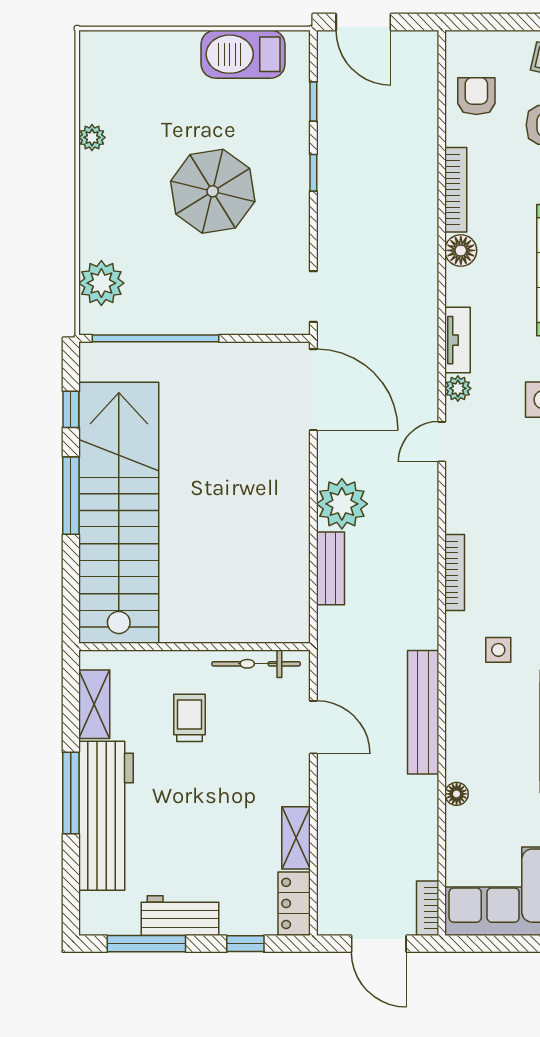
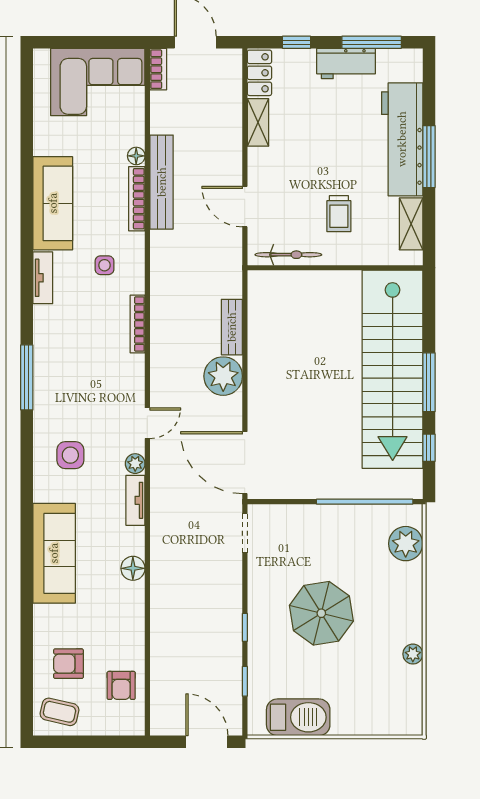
bookcase: (456, 190) -> (137, 199), moved
bench: (423, 712) -> (162, 182), moved

